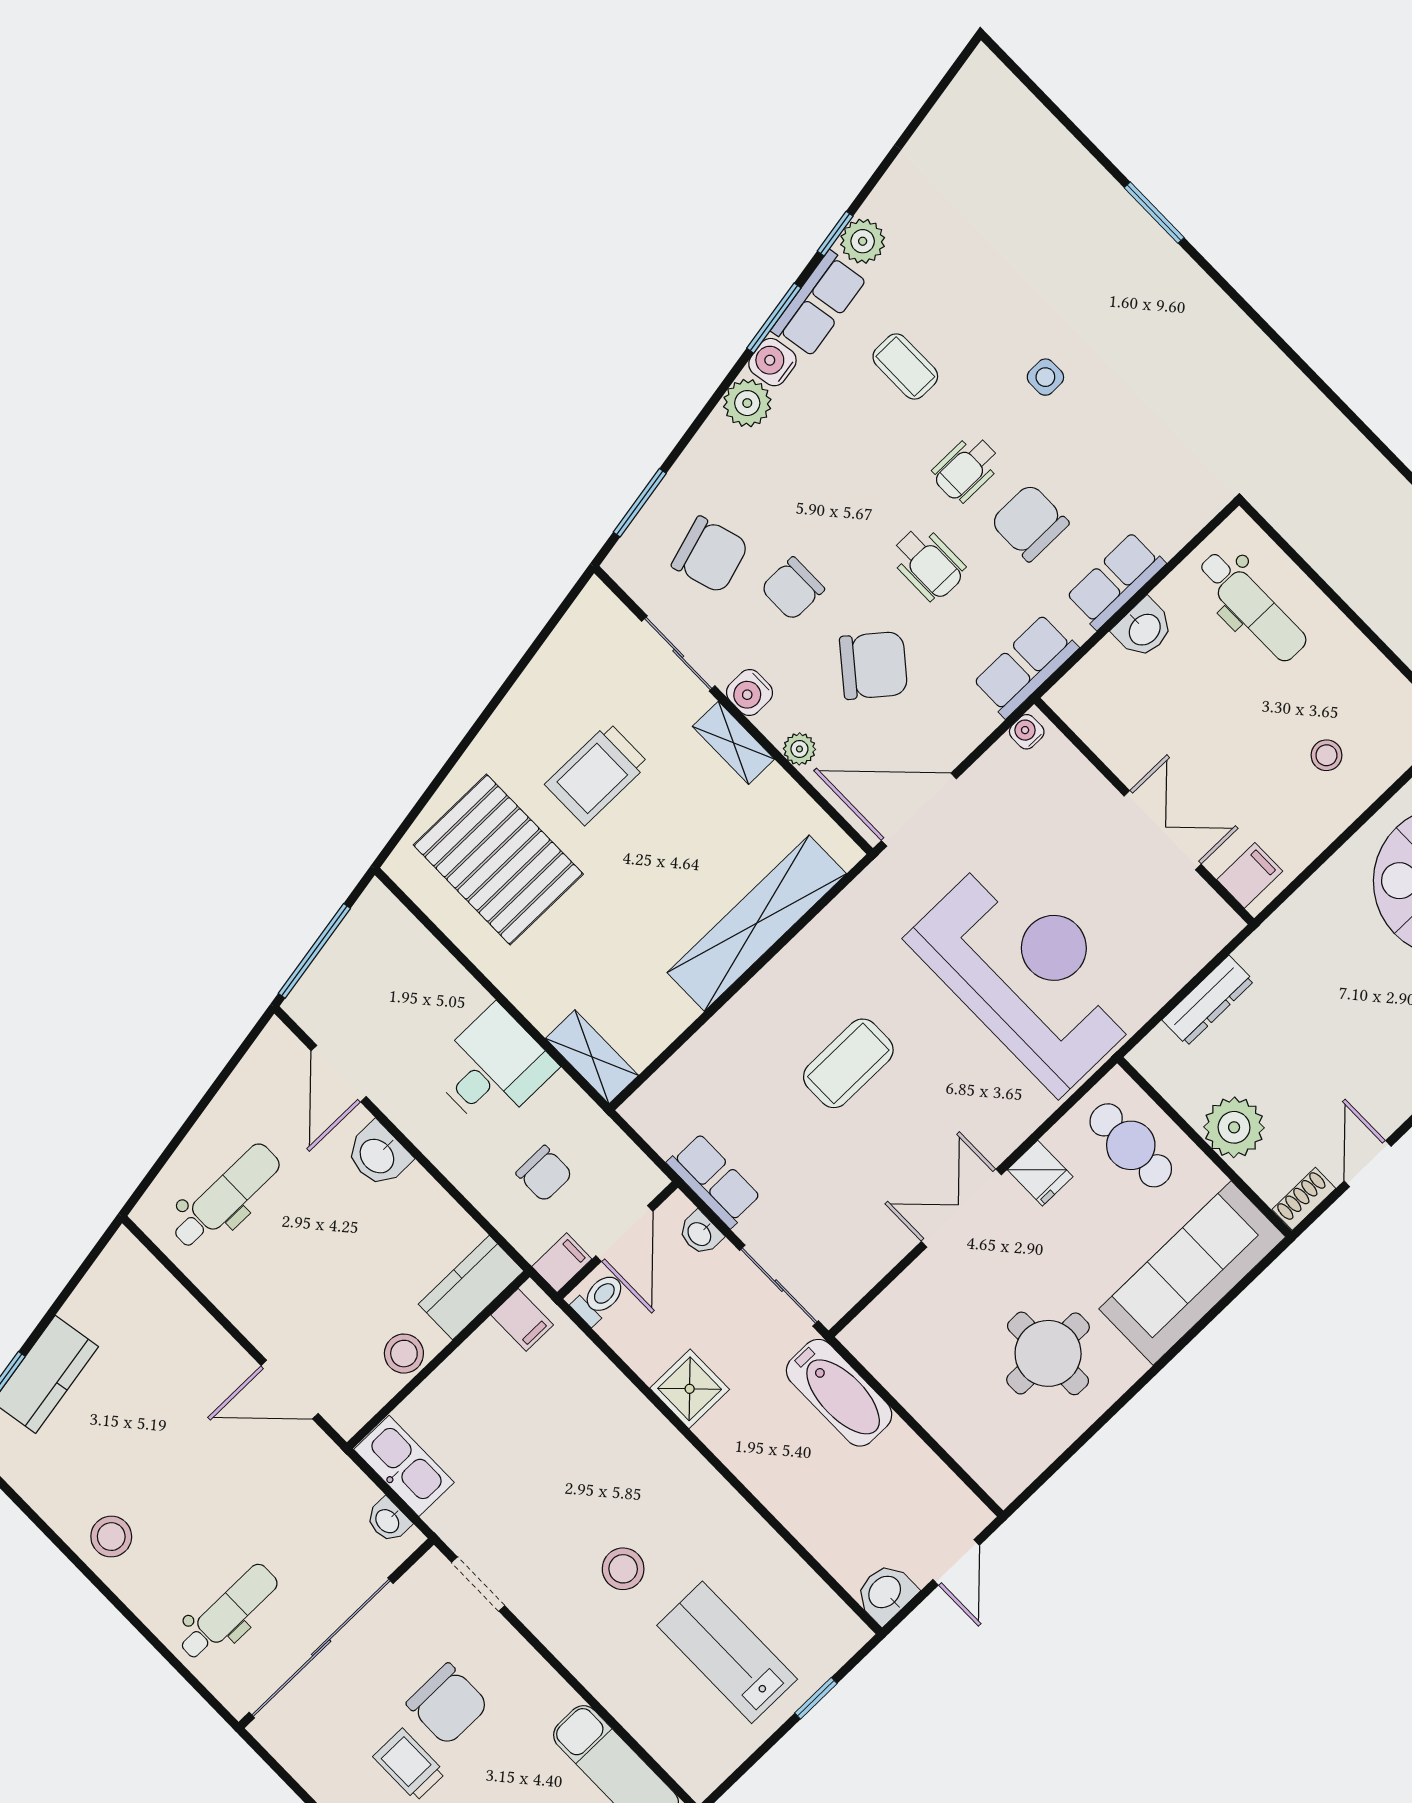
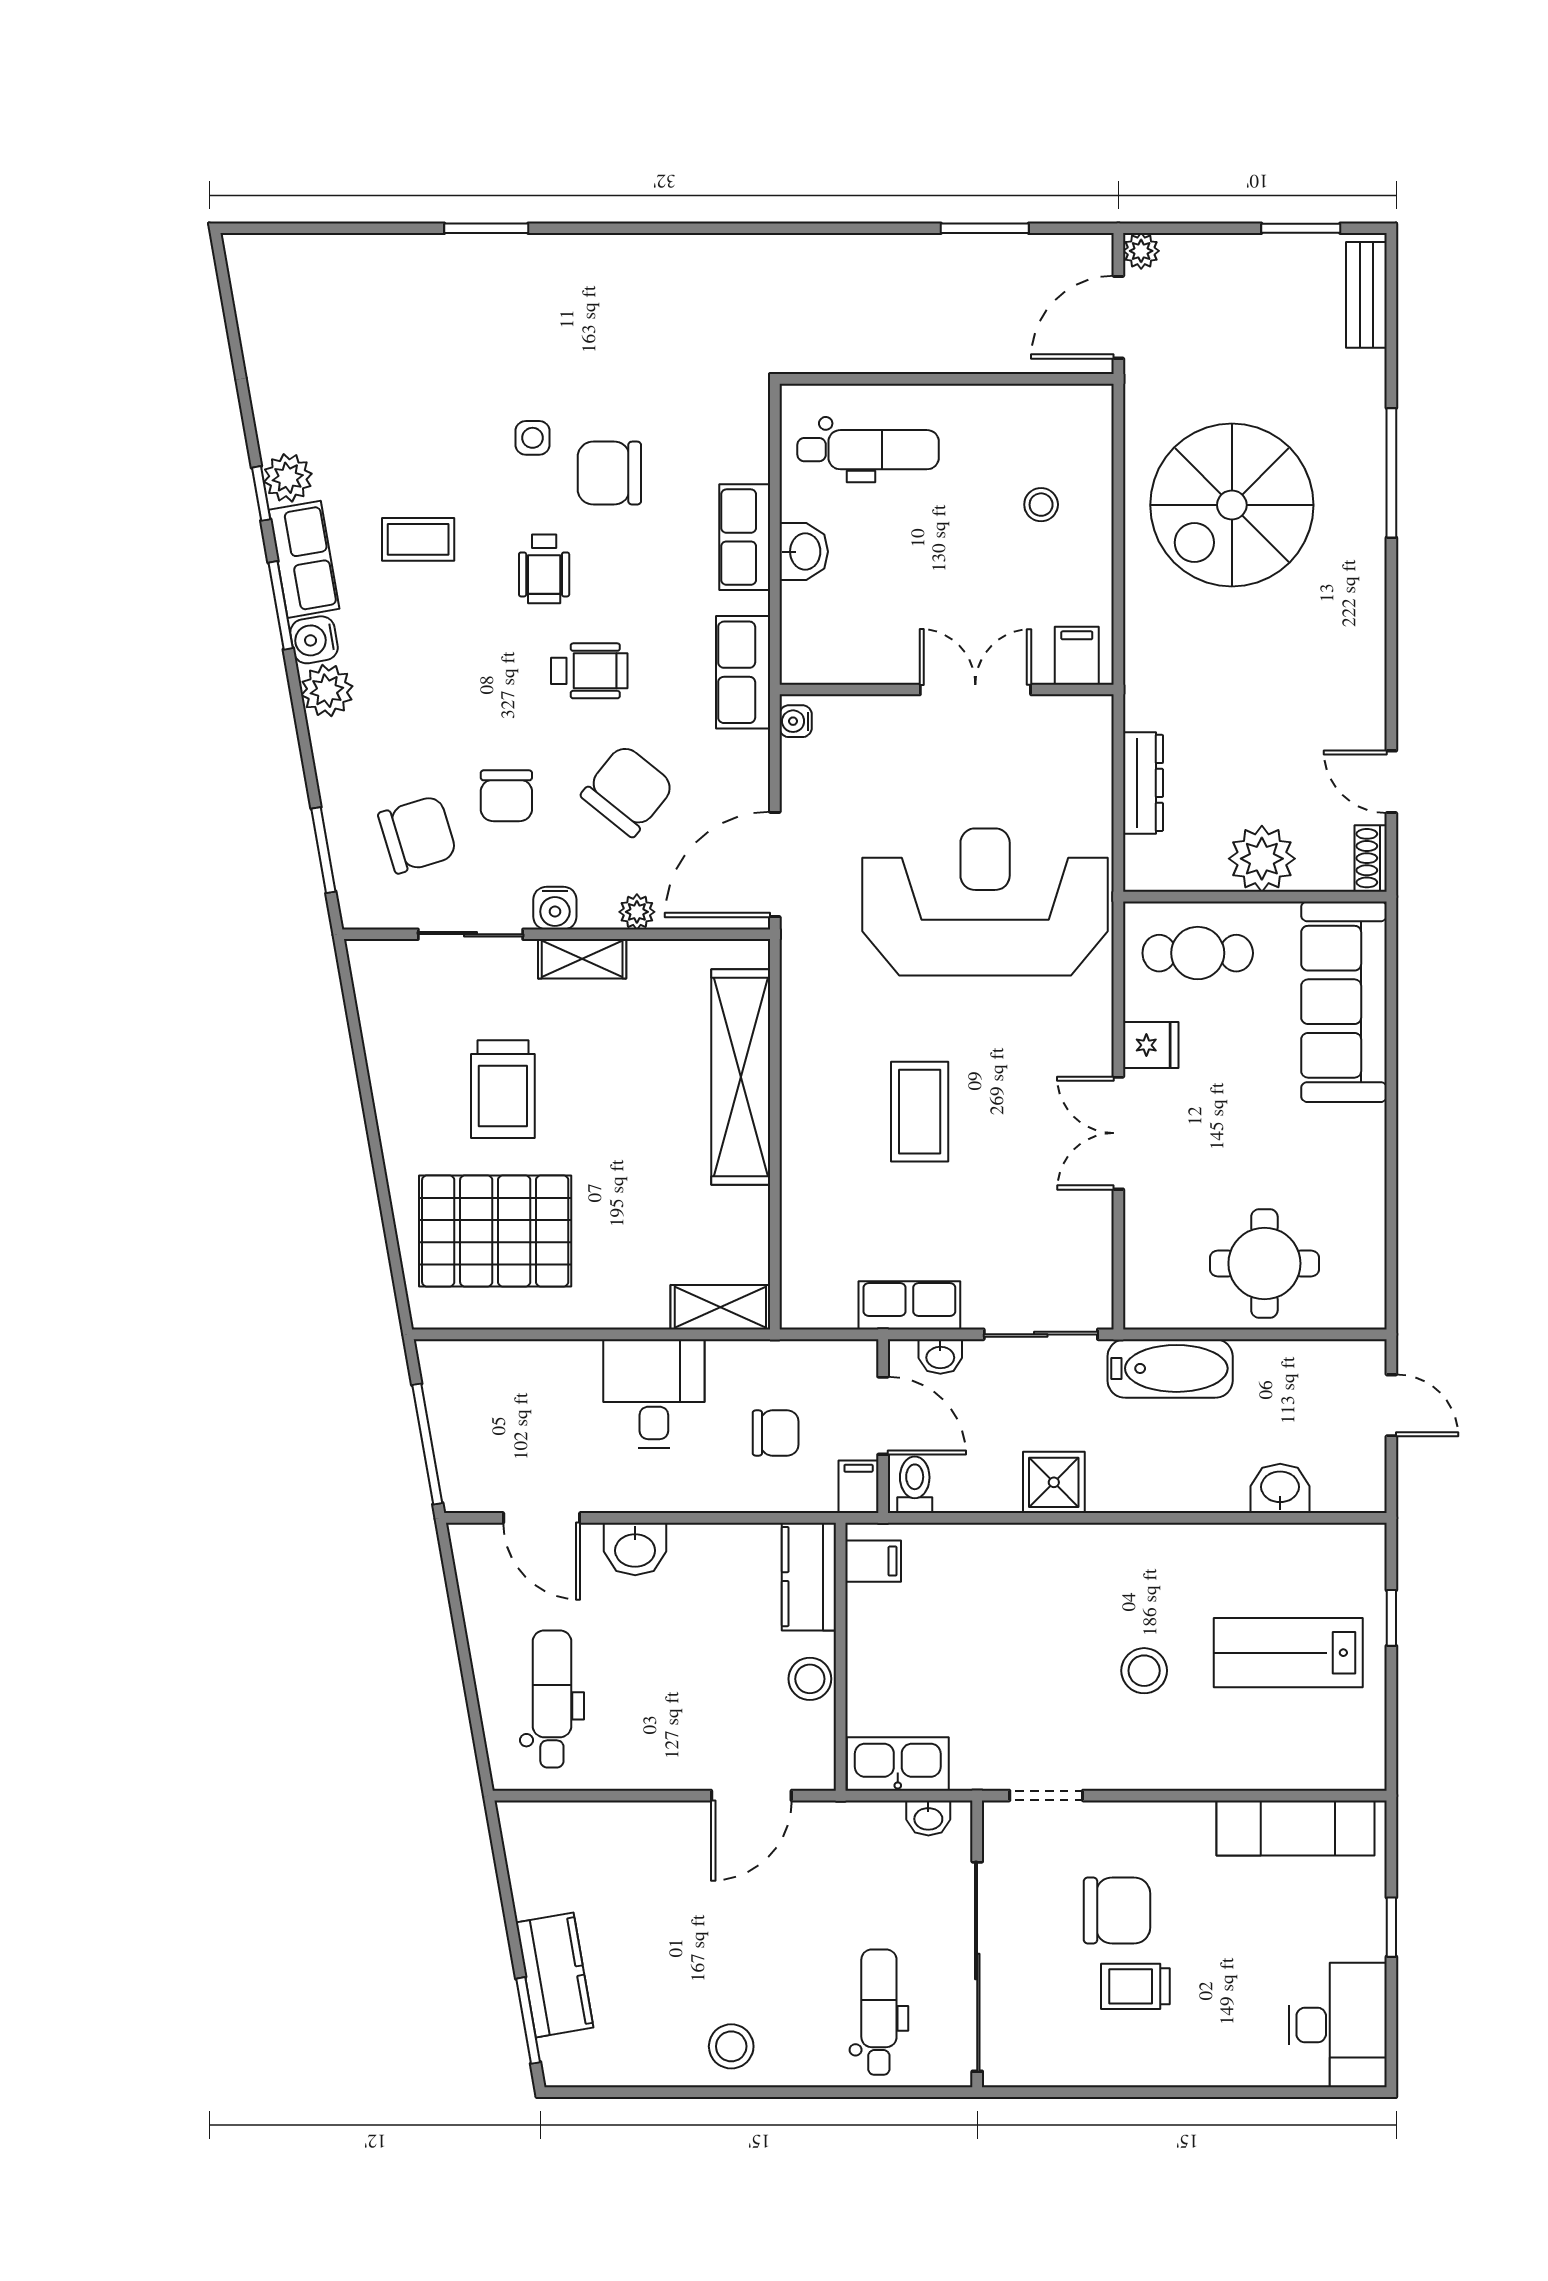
chair: (1030, 523) -> (609, 473), moved
round table: (1048, 1353) -> (1264, 1263), moved
washbasin: (886, 1593) -> (1280, 1488), moved, turned 90

